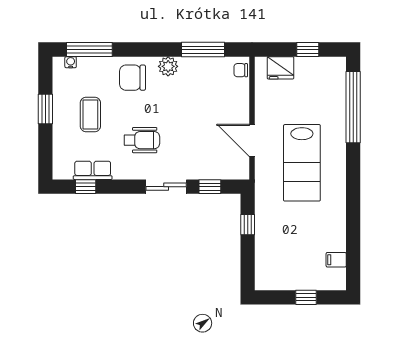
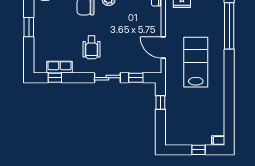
coffee table: (90, 115) -> (58, 31), removed
wheelchair: (142, 140) -> (92, 47), turned 90
lab bench: (302, 163) -> (196, 62), turned 180
filing cabinet: (336, 260) -> (218, 140), moved

